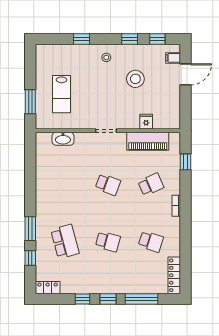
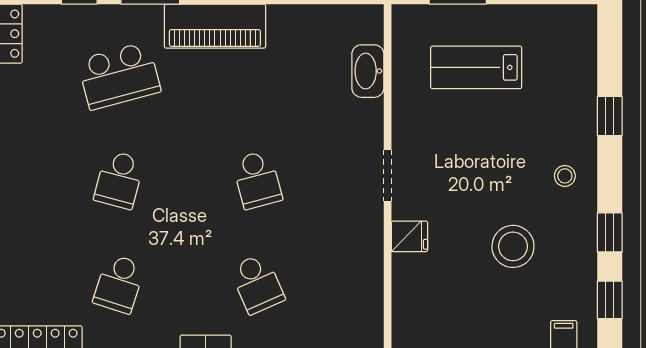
fridge: (146, 122) -> (410, 236), moved
piano: (148, 141) -> (215, 26), moved, turned -90
school desk: (108, 184) -> (257, 180), turned -36

